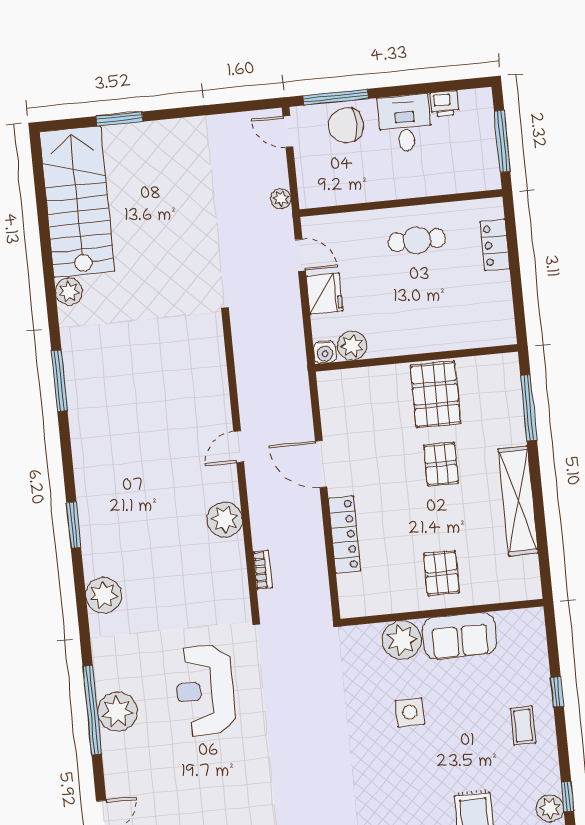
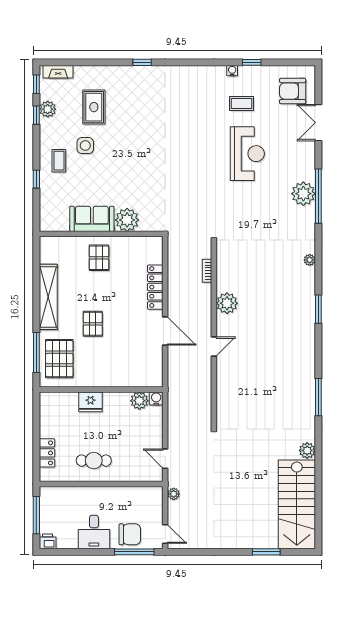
printer: (445, 104) -> (48, 541), moved
fridge: (325, 294) -> (90, 402), moved, turned -90
pallet: (436, 394) -> (59, 359), moved
plant: (104, 595) -> (310, 260), width x0.53, depth x0.53
reception desk: (205, 690) -> (247, 154), moved
side table: (410, 712) -> (85, 146), moved

